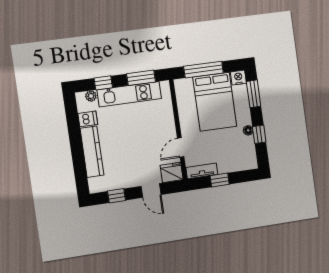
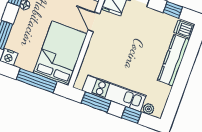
bed: (215, 102) -> (60, 53), moved
dishwasher: (88, 119) -> (184, 29), moved
door: (181, 148) -> (94, 22), swing flipped

